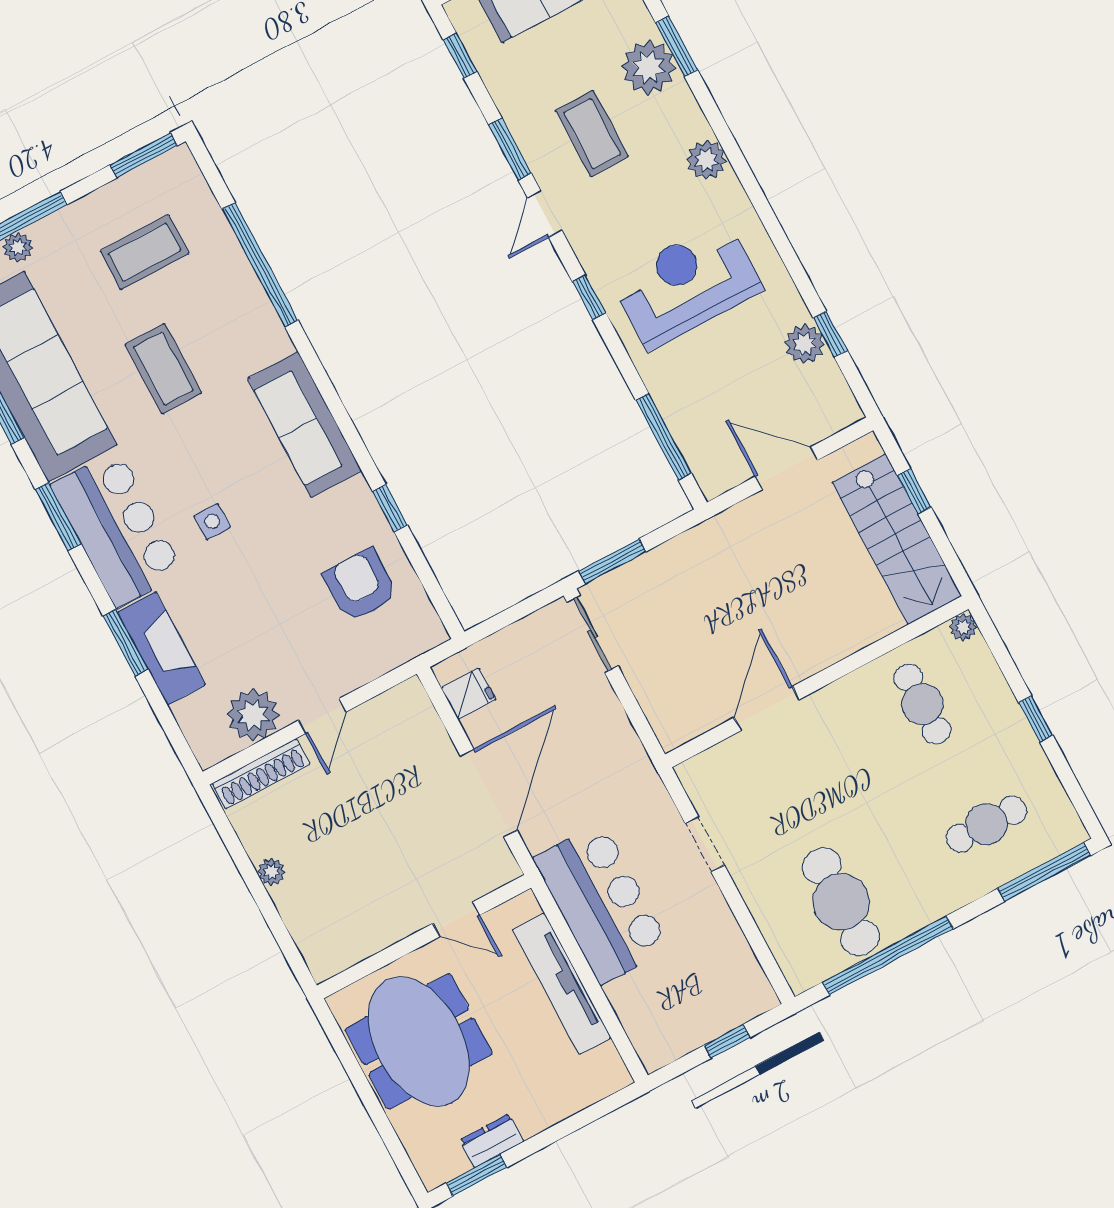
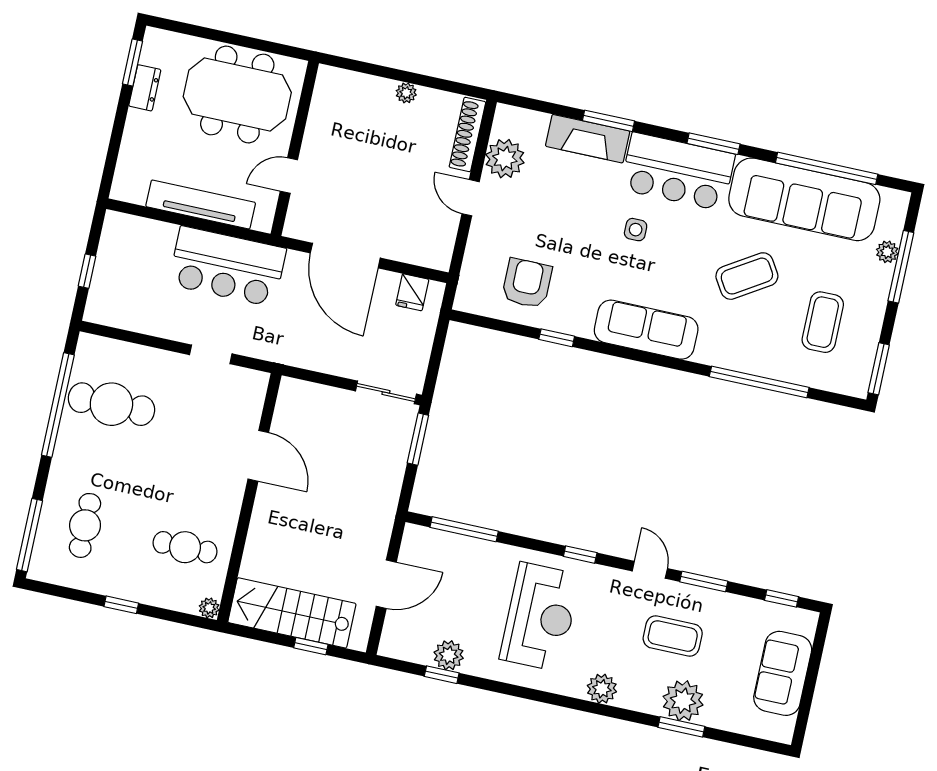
coffee table: (163, 369) -> (747, 276), turned -32
armchair: (360, 585) -> (527, 283), turned -90

